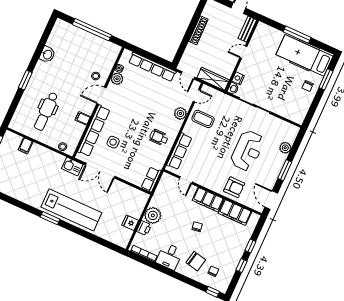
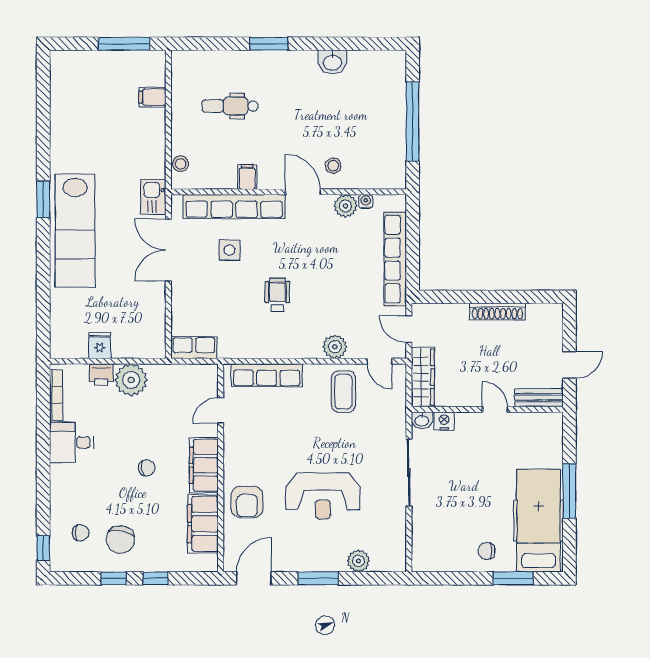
door: (188, 75) -> (409, 329), hinge flipped
dental chair: (46, 111) -> (230, 106), width x0.73, depth x0.72
wheelchair: (159, 137) -> (277, 295), moved
chair: (196, 261) -> (120, 540), moved

